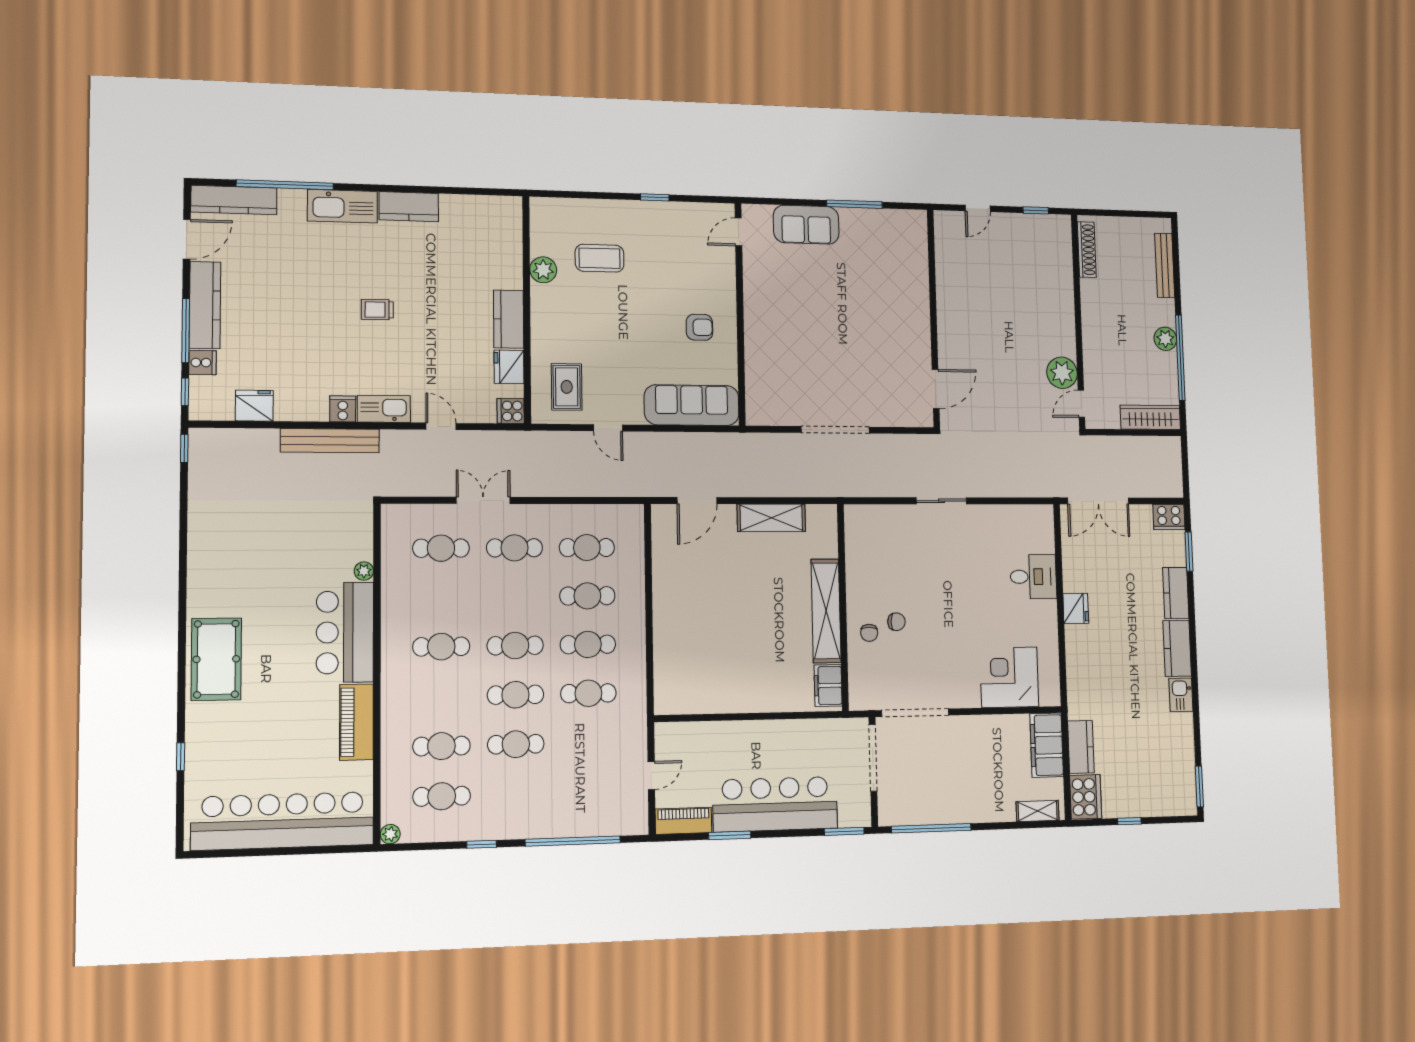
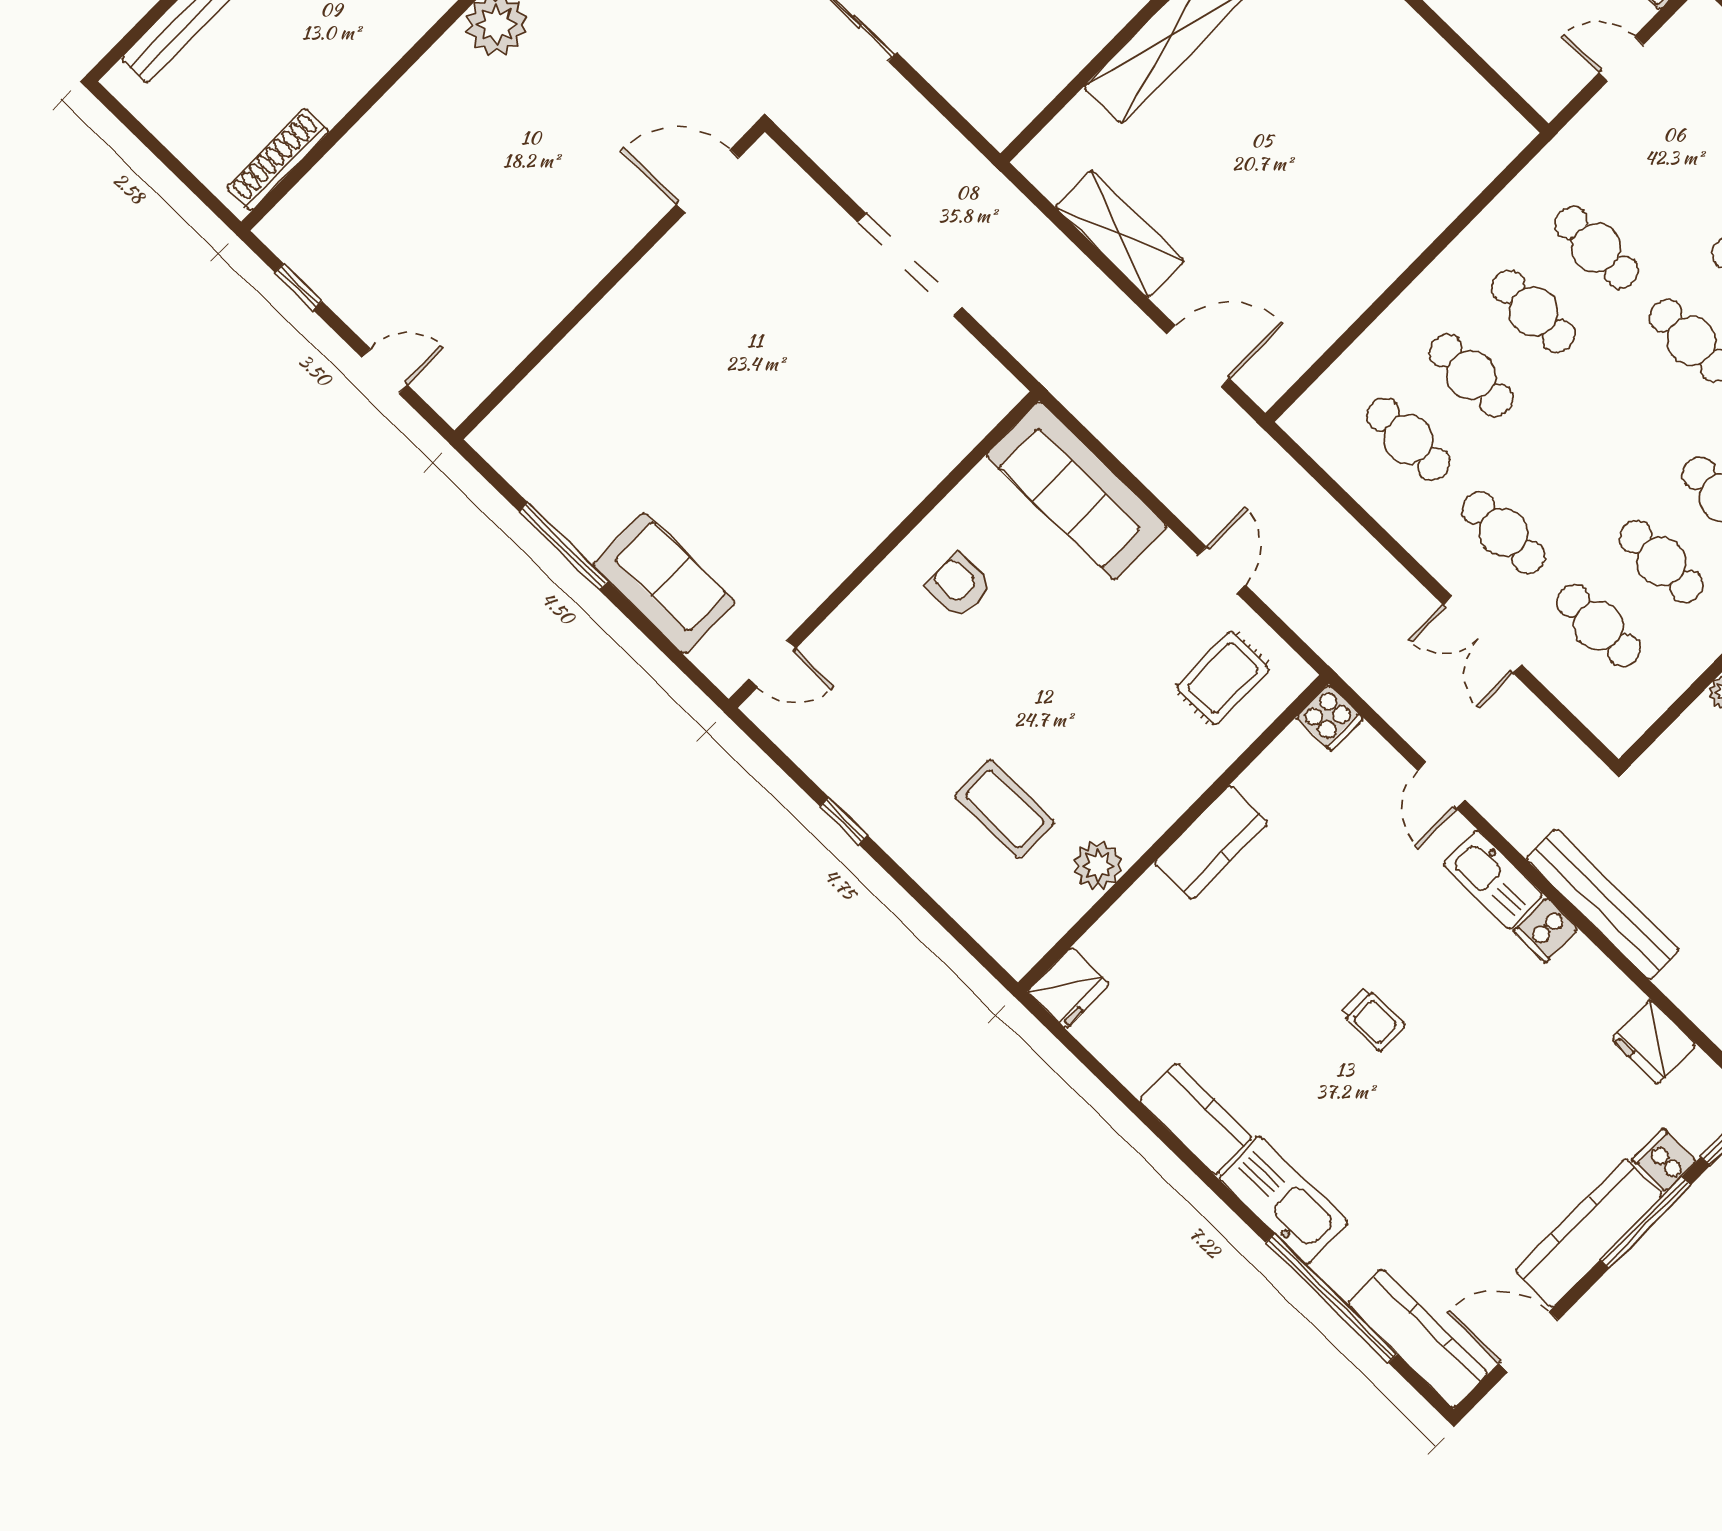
fridge: (509, 367) -> (1069, 988), moved
cafe table: (515, 645) -> (1661, 562), moved

